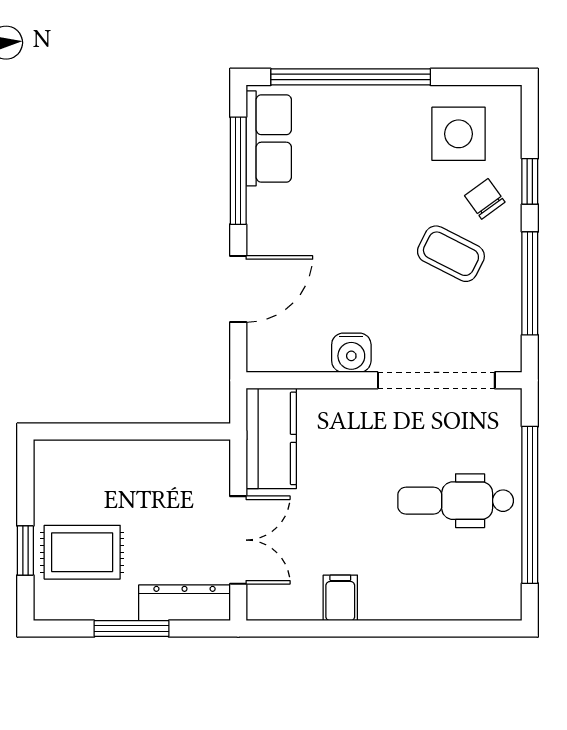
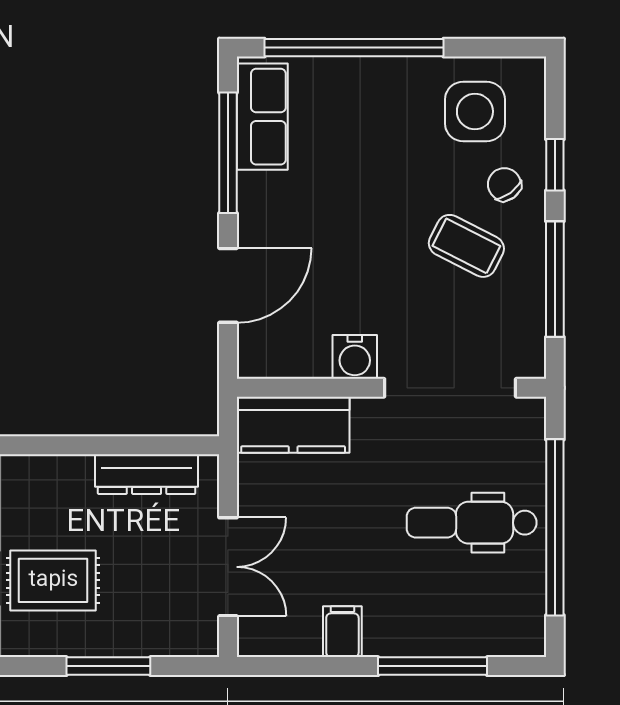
kitchen counter: (271, 438) -> (293, 425), moved, turned 90
dresser: (185, 603) -> (147, 474), moved, turned 180
window: (421, 629) -> (433, 666), added

